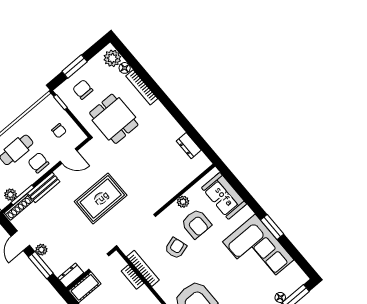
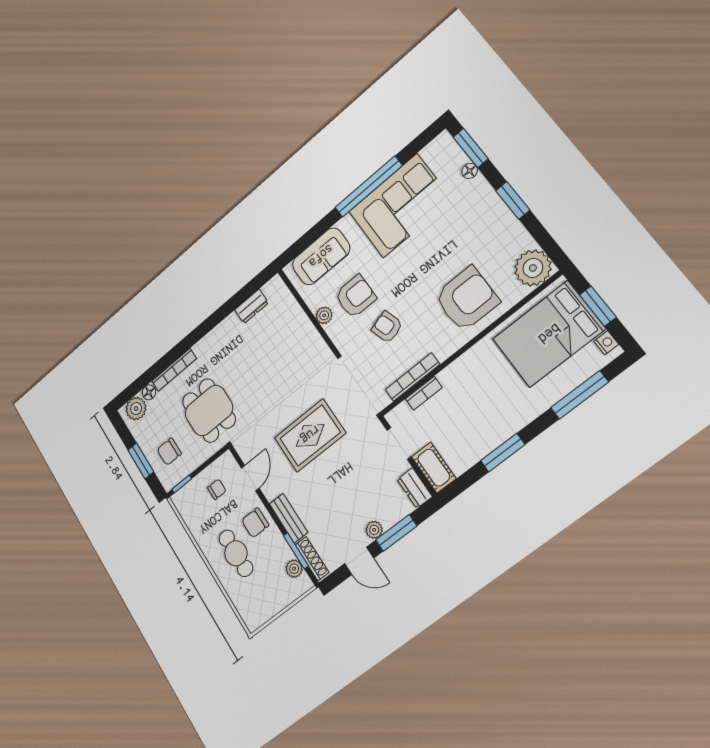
dining table: (114, 119) -> (209, 410), turned 90
rug: (101, 198) -> (310, 435), turned 90
window: (272, 227) -> (369, 187), width x2.11

